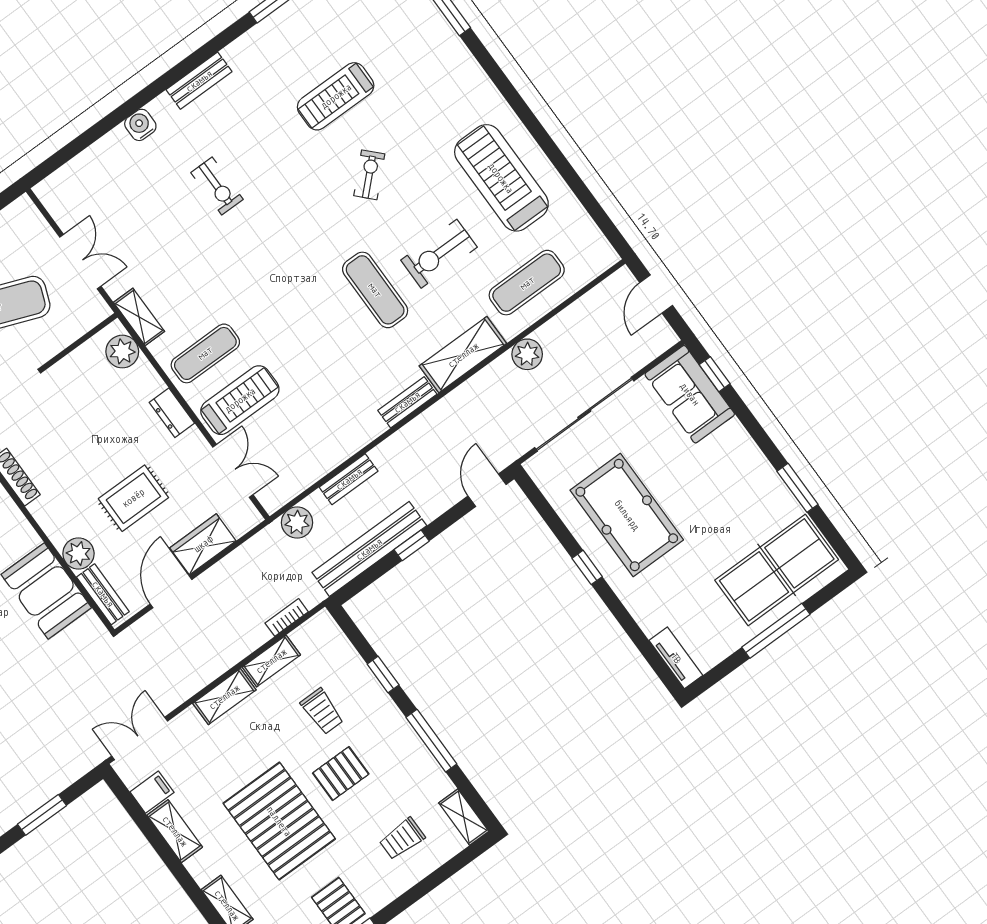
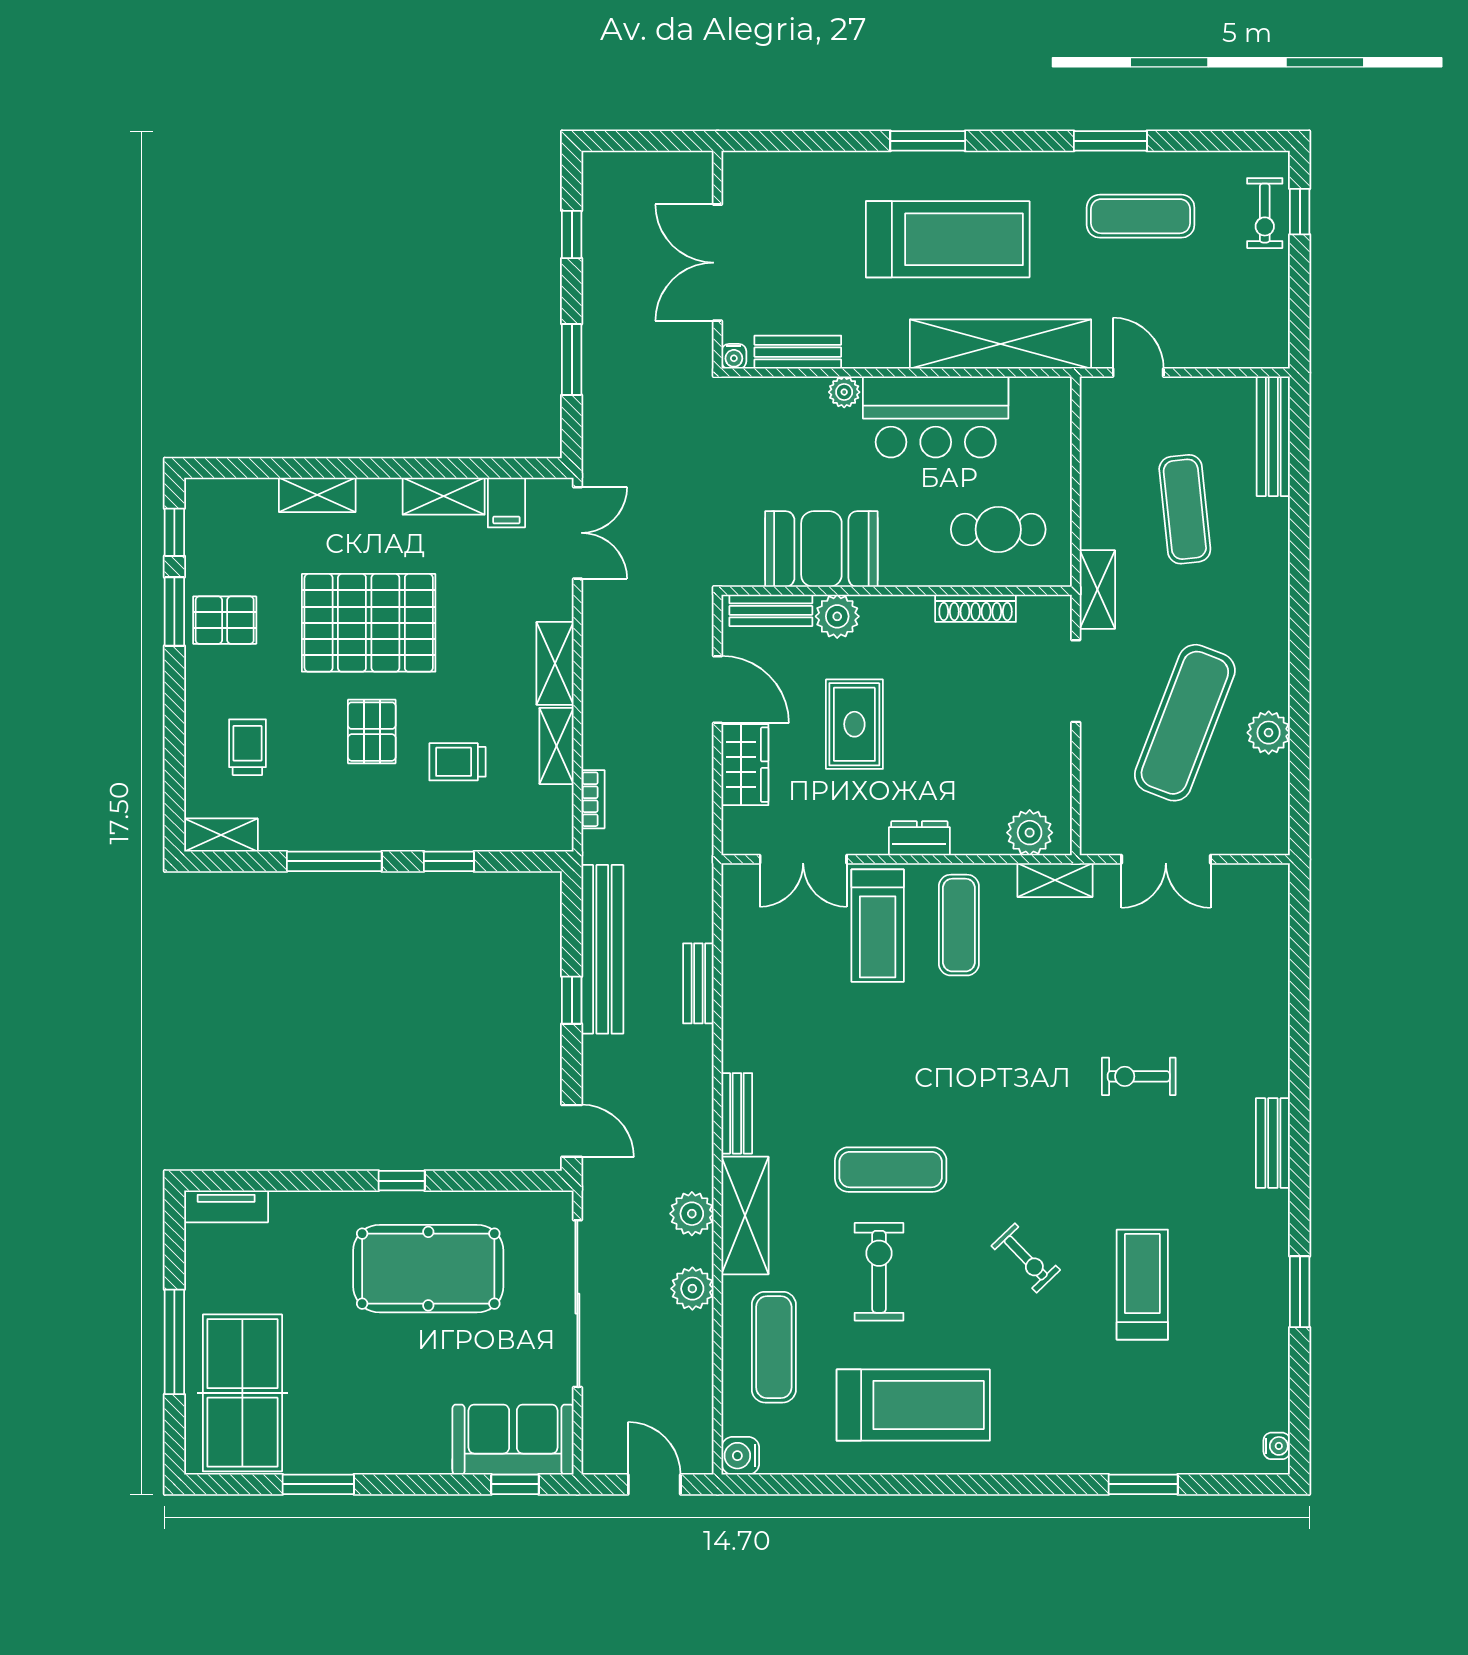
water cooler: (140, 125) -> (740, 1456), moved, turned 180
plant: (297, 523) -> (692, 1214), moved

